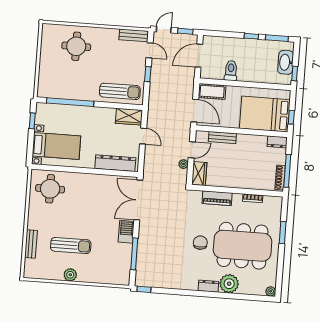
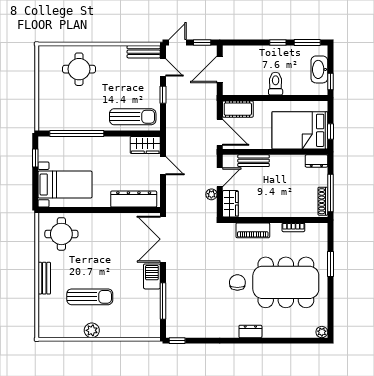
toilet: (231, 71) -> (276, 84), moved
bench: (31, 244) -> (44, 278), moved
plant: (229, 284) -> (274, 327), removed

